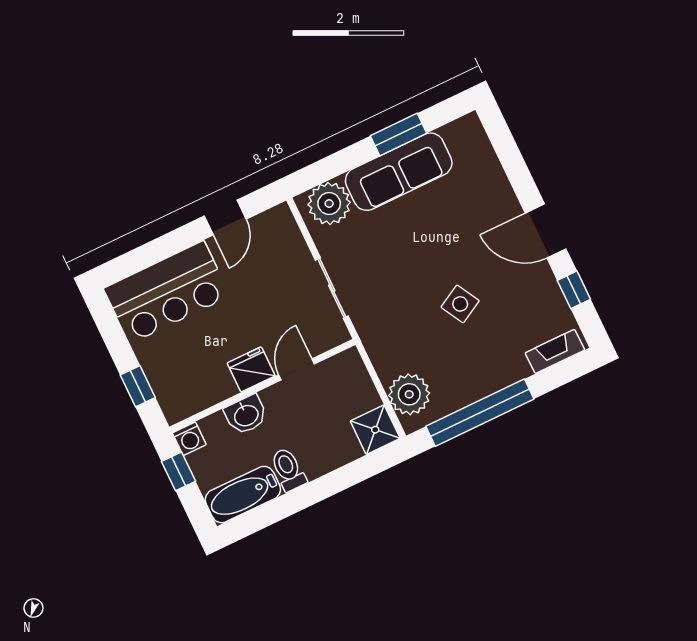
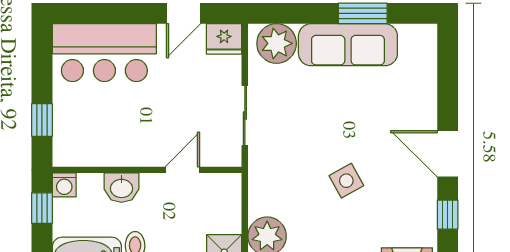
fridge: (251, 369) -> (224, 39), moved, turned 180

